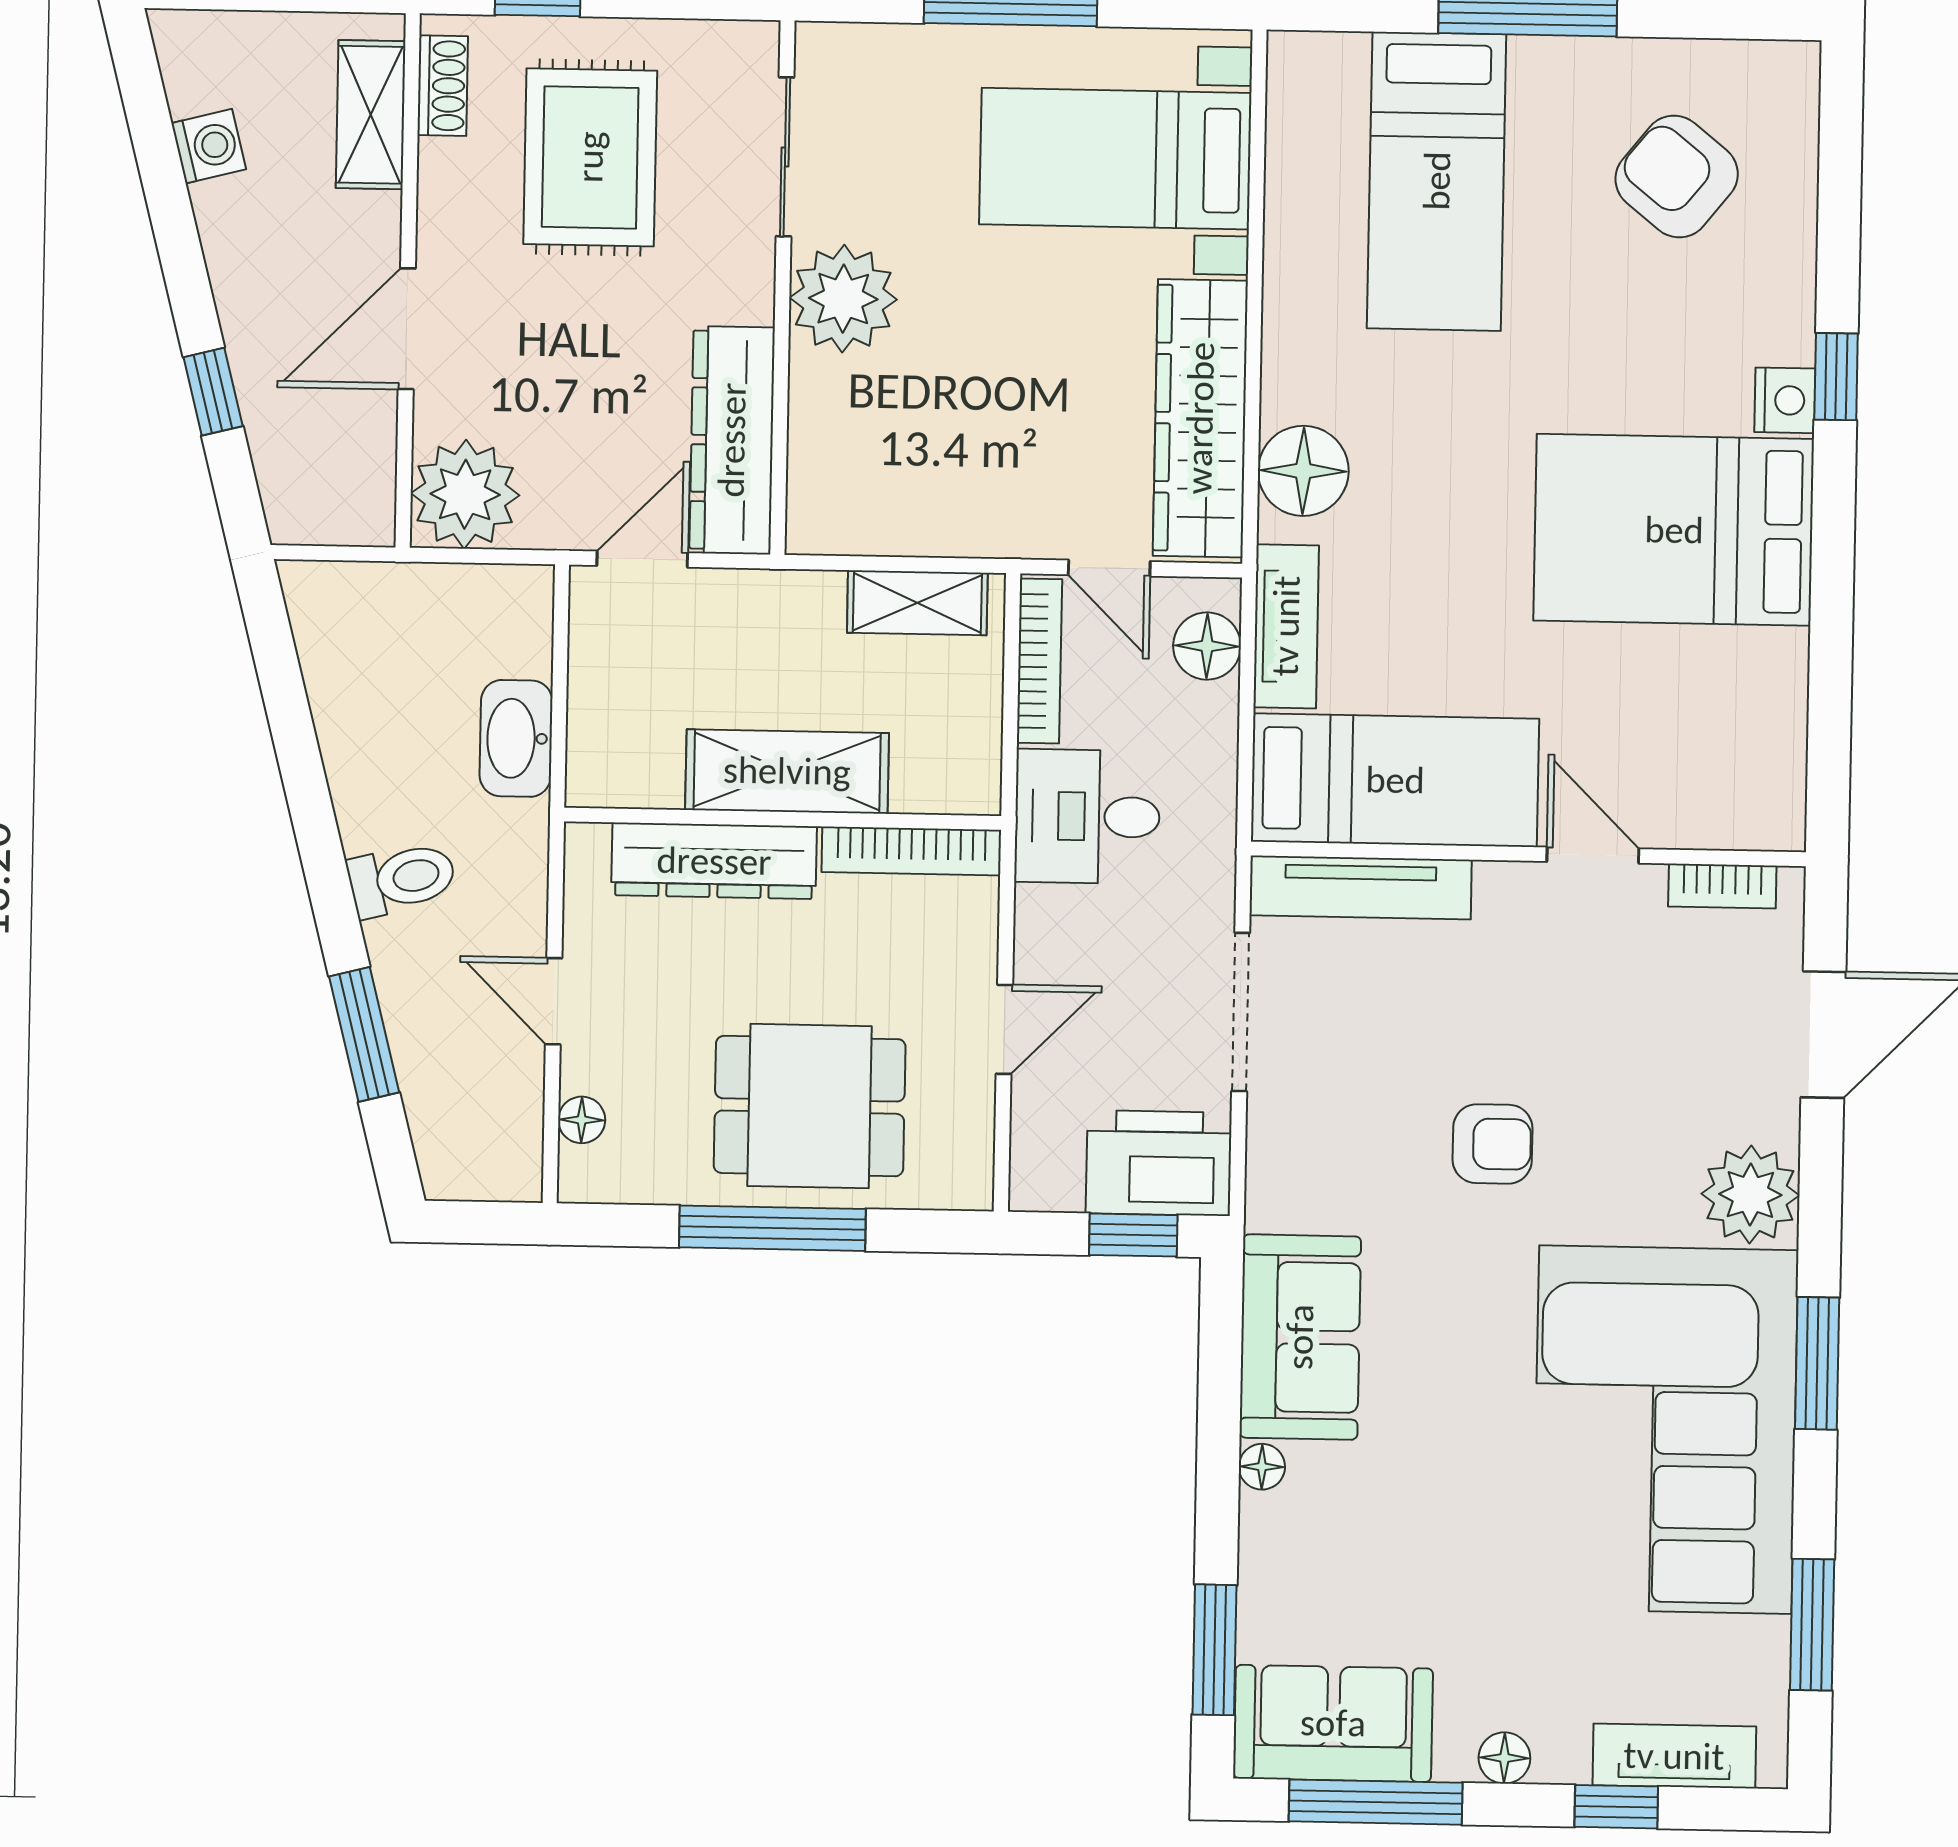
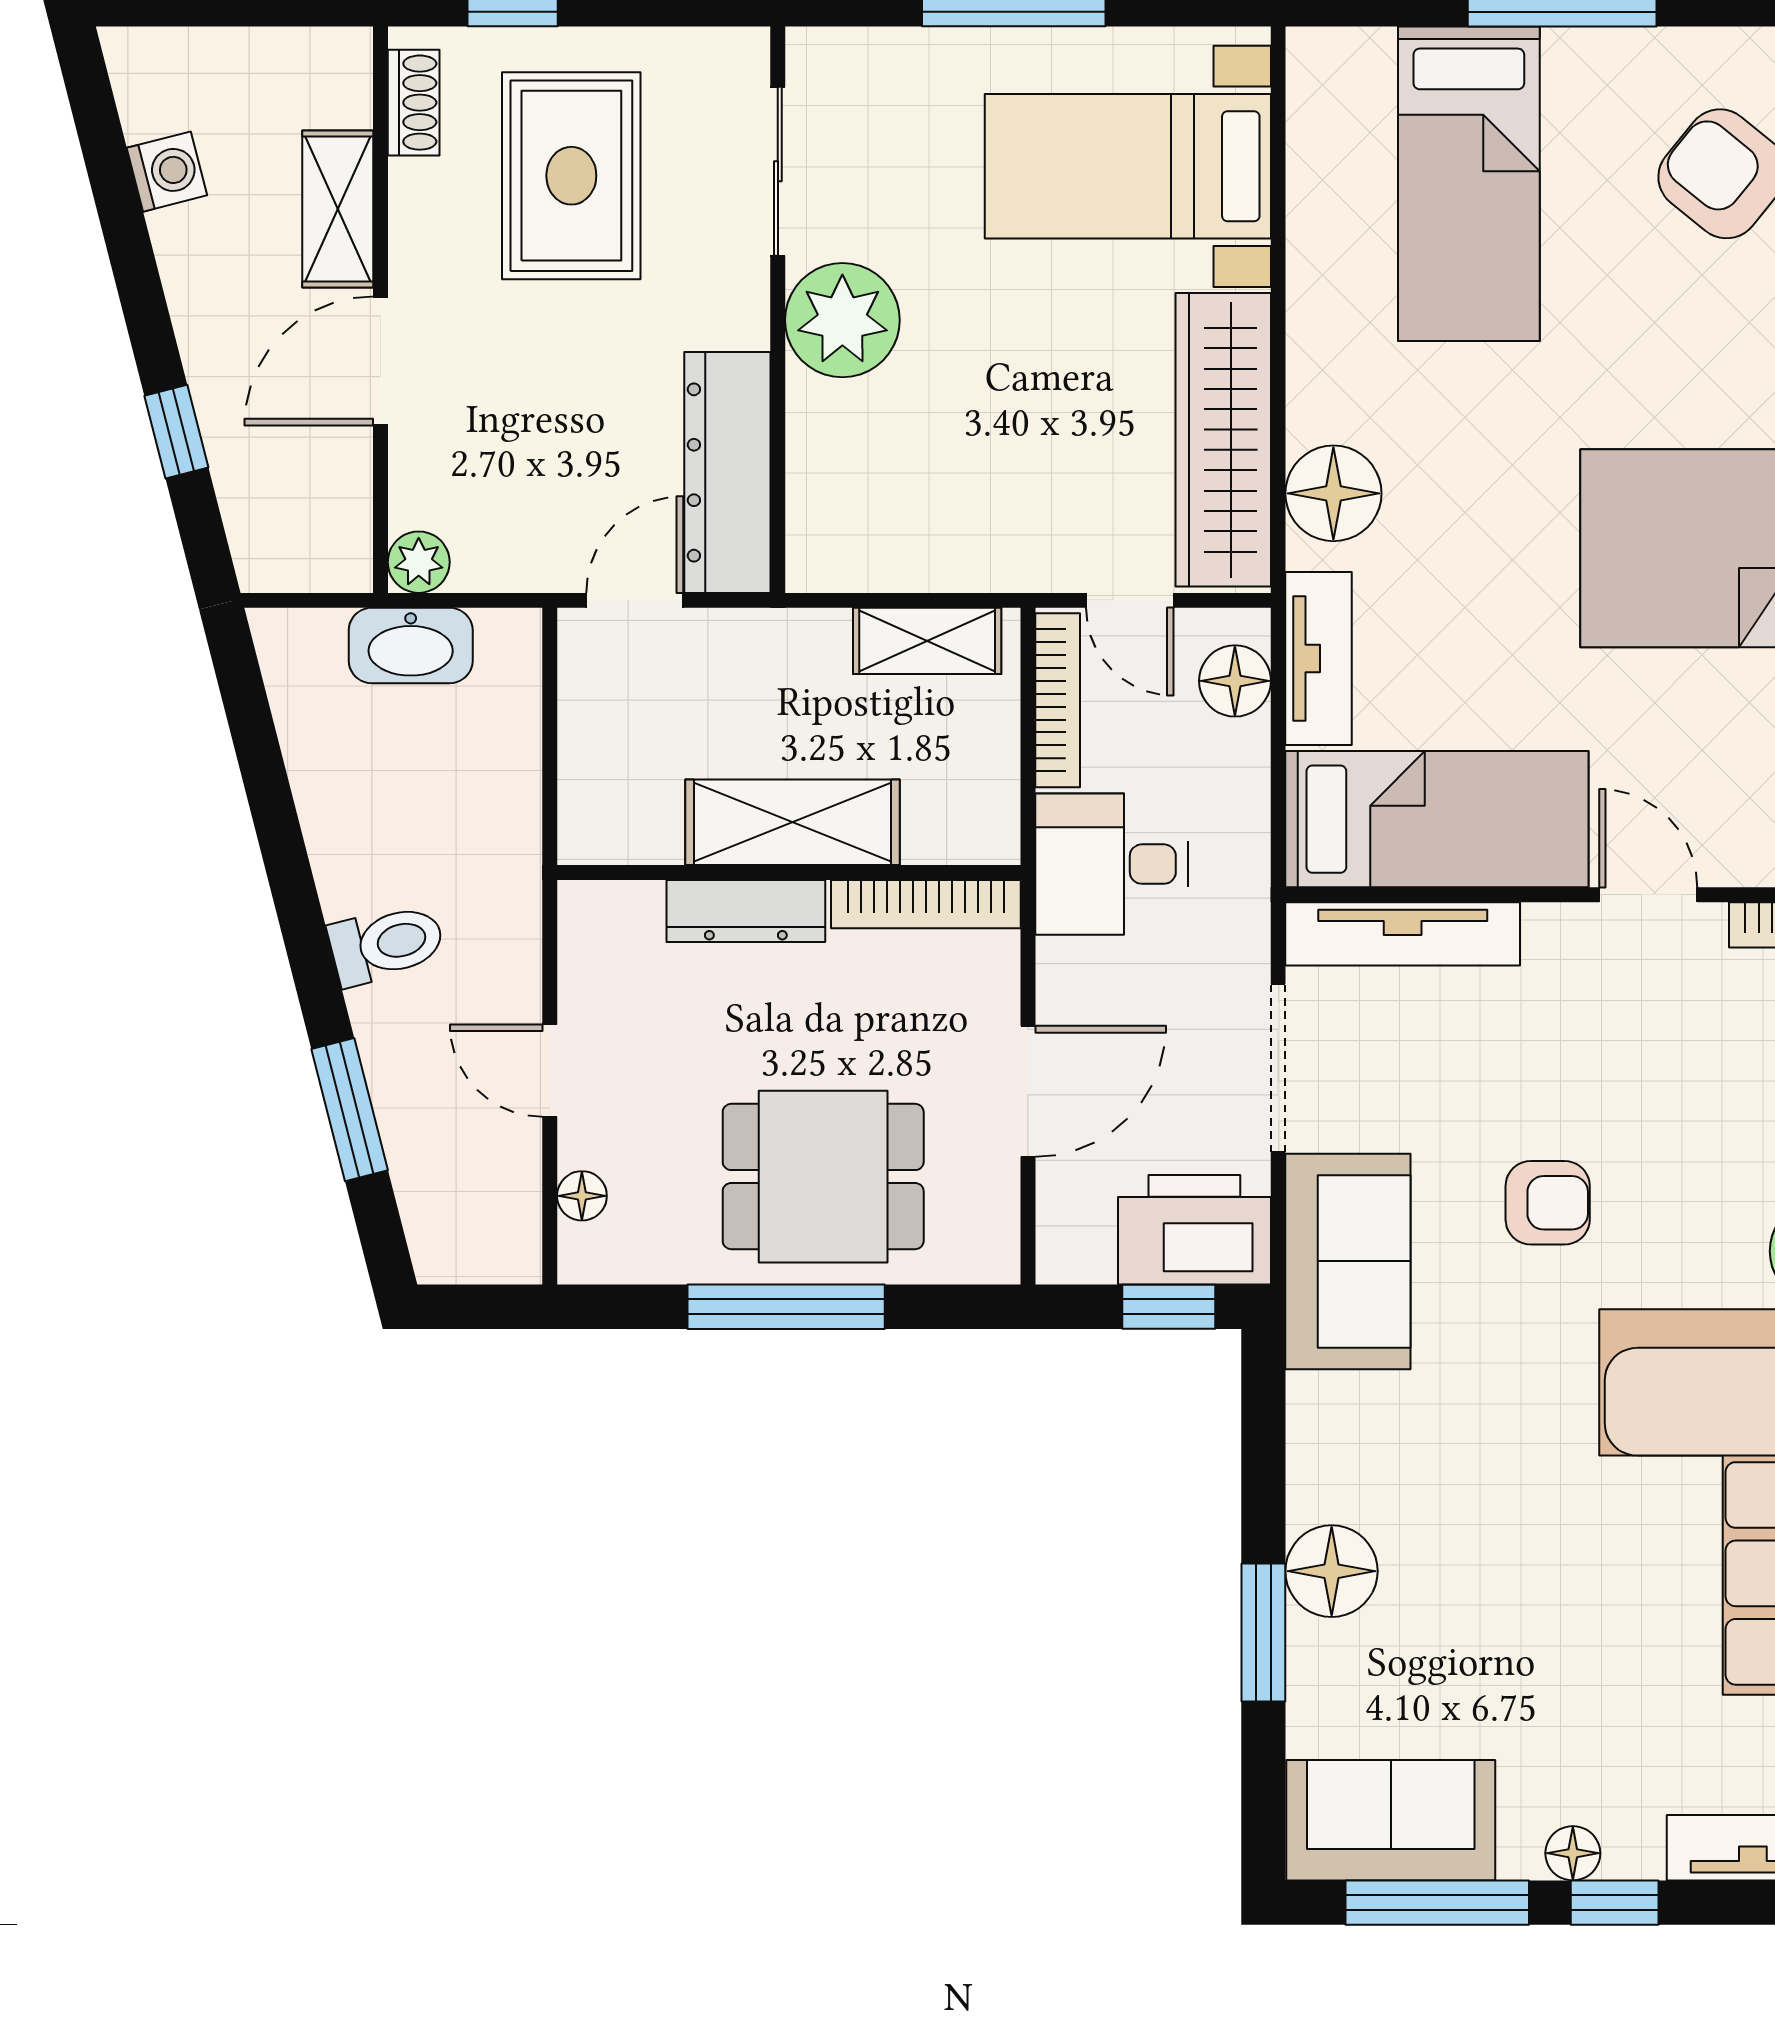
shelving: (371, 115) -> (338, 209), moved
plant: (465, 494) -> (419, 562), width x0.53, depth x0.53
washbasin: (516, 738) -> (411, 646), moved, turned -90
dresser: (714, 861) -> (746, 911), width x0.73, depth x0.80
door: (1004, 1029) -> (1028, 1091), width x1.38
sofa: (1300, 1337) -> (1348, 1261), moved
floor lamp: (1262, 1467) -> (1332, 1571), width x1.89, depth x1.89
window: (1215, 1650) -> (1263, 1632), moved
window: (1616, 1807) -> (1615, 1903), moved

